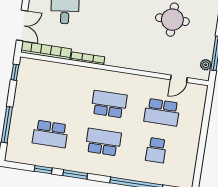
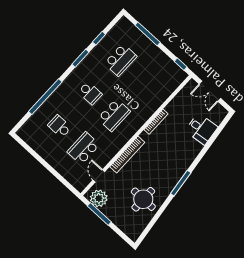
bookcase: (46, 51) -> (127, 155), moved
plant: (206, 65) -> (99, 198), width x1.88, depth x1.88
school desk: (50, 134) -> (121, 60), turned 180
school desk: (103, 142) -> (90, 93), width x0.54

